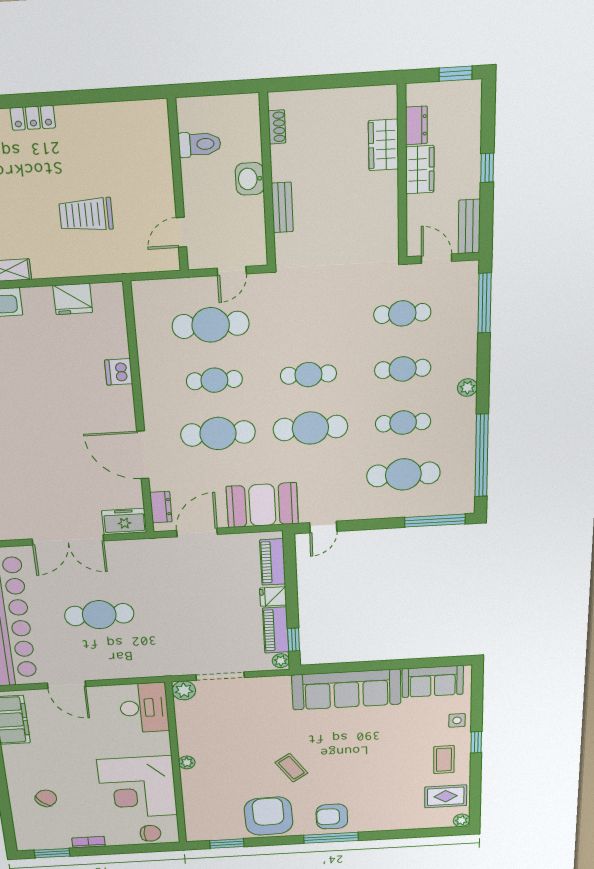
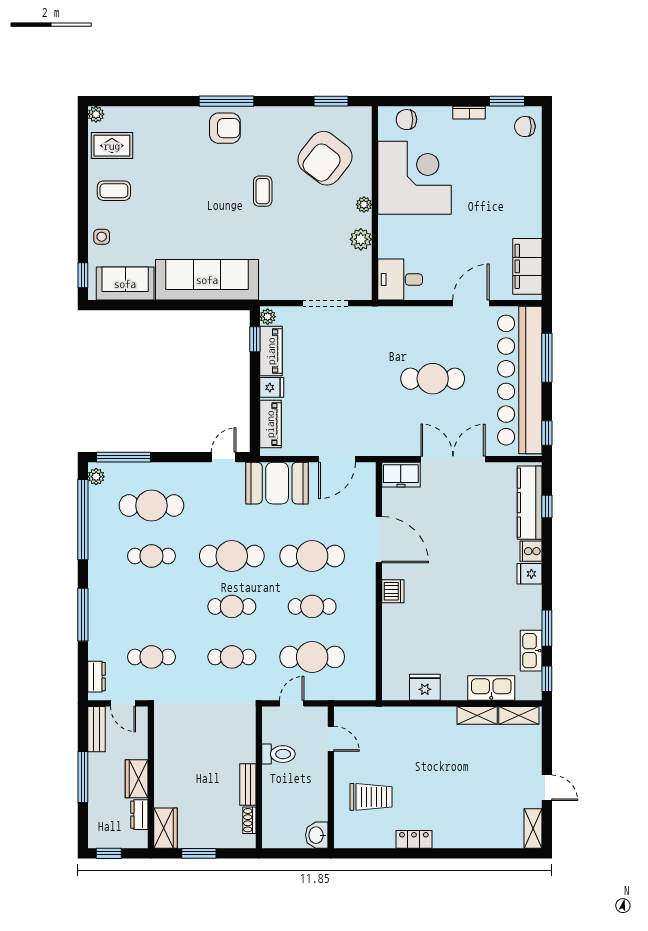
window: (340, 81) -> (199, 853), added
locker: (33, 118) -> (414, 839), moved
toilet: (200, 144) -> (278, 754), moved, turned 180
wardrobe: (383, 145) -> (165, 828), moved
window: (487, 168) -> (83, 777), width x2.17
washbasin: (250, 179) -> (317, 835), moved, turned 180
bench: (282, 208) -> (248, 785), moved
trolley: (86, 215) -> (371, 797), moved
door: (181, 232) -> (331, 739), hinge flipped
window: (485, 303) -> (83, 615), moved
cafe table: (403, 369) -> (232, 657), moved
dishwasher: (119, 372) -> (393, 591), moved
plant: (467, 388) -> (96, 477), moved
dresser: (161, 507) -> (96, 677), moved, turned 180
door: (66, 685) -> (471, 303), hinge flipped
plant: (184, 690) -> (361, 239), moved
desk: (144, 708) -> (400, 280), width x0.73
window: (476, 742) -> (83, 275), moved
coffee table: (444, 760) -> (114, 191), turned 90
coffee table: (291, 768) -> (263, 191), turned 34
chair: (46, 798) -> (525, 127), moved, turned 48
armchair: (269, 816) -> (325, 158), moved, turned 40

